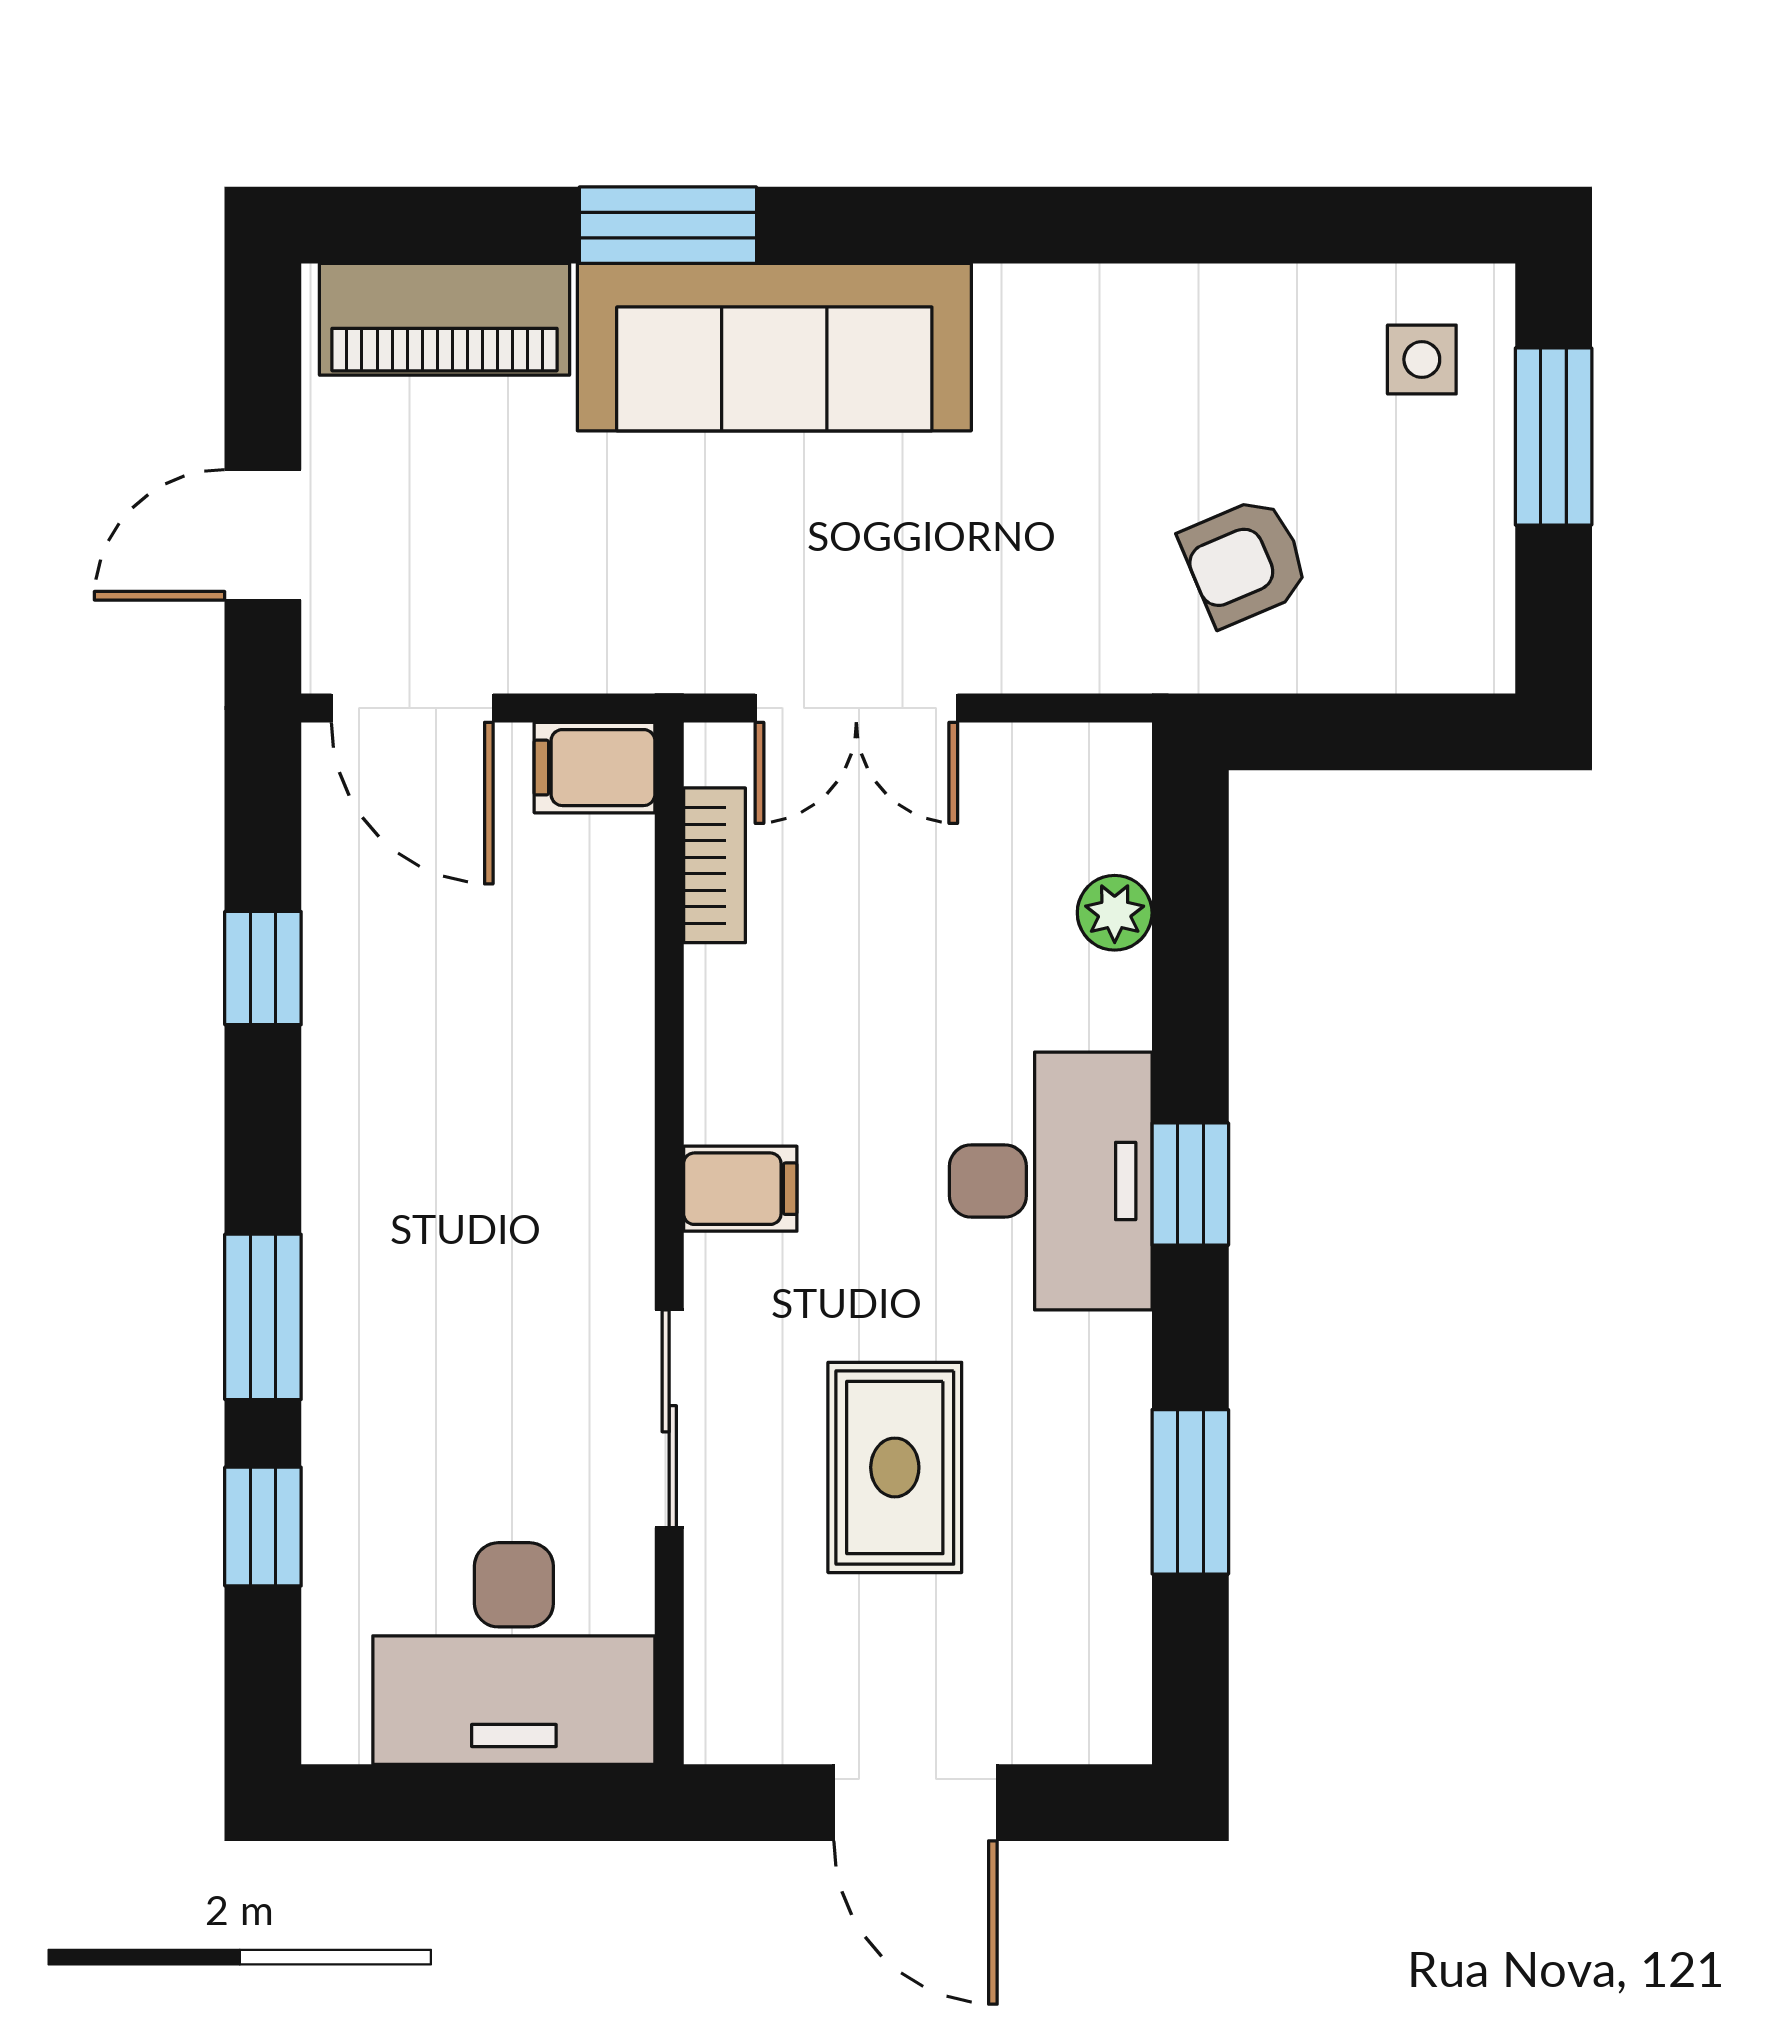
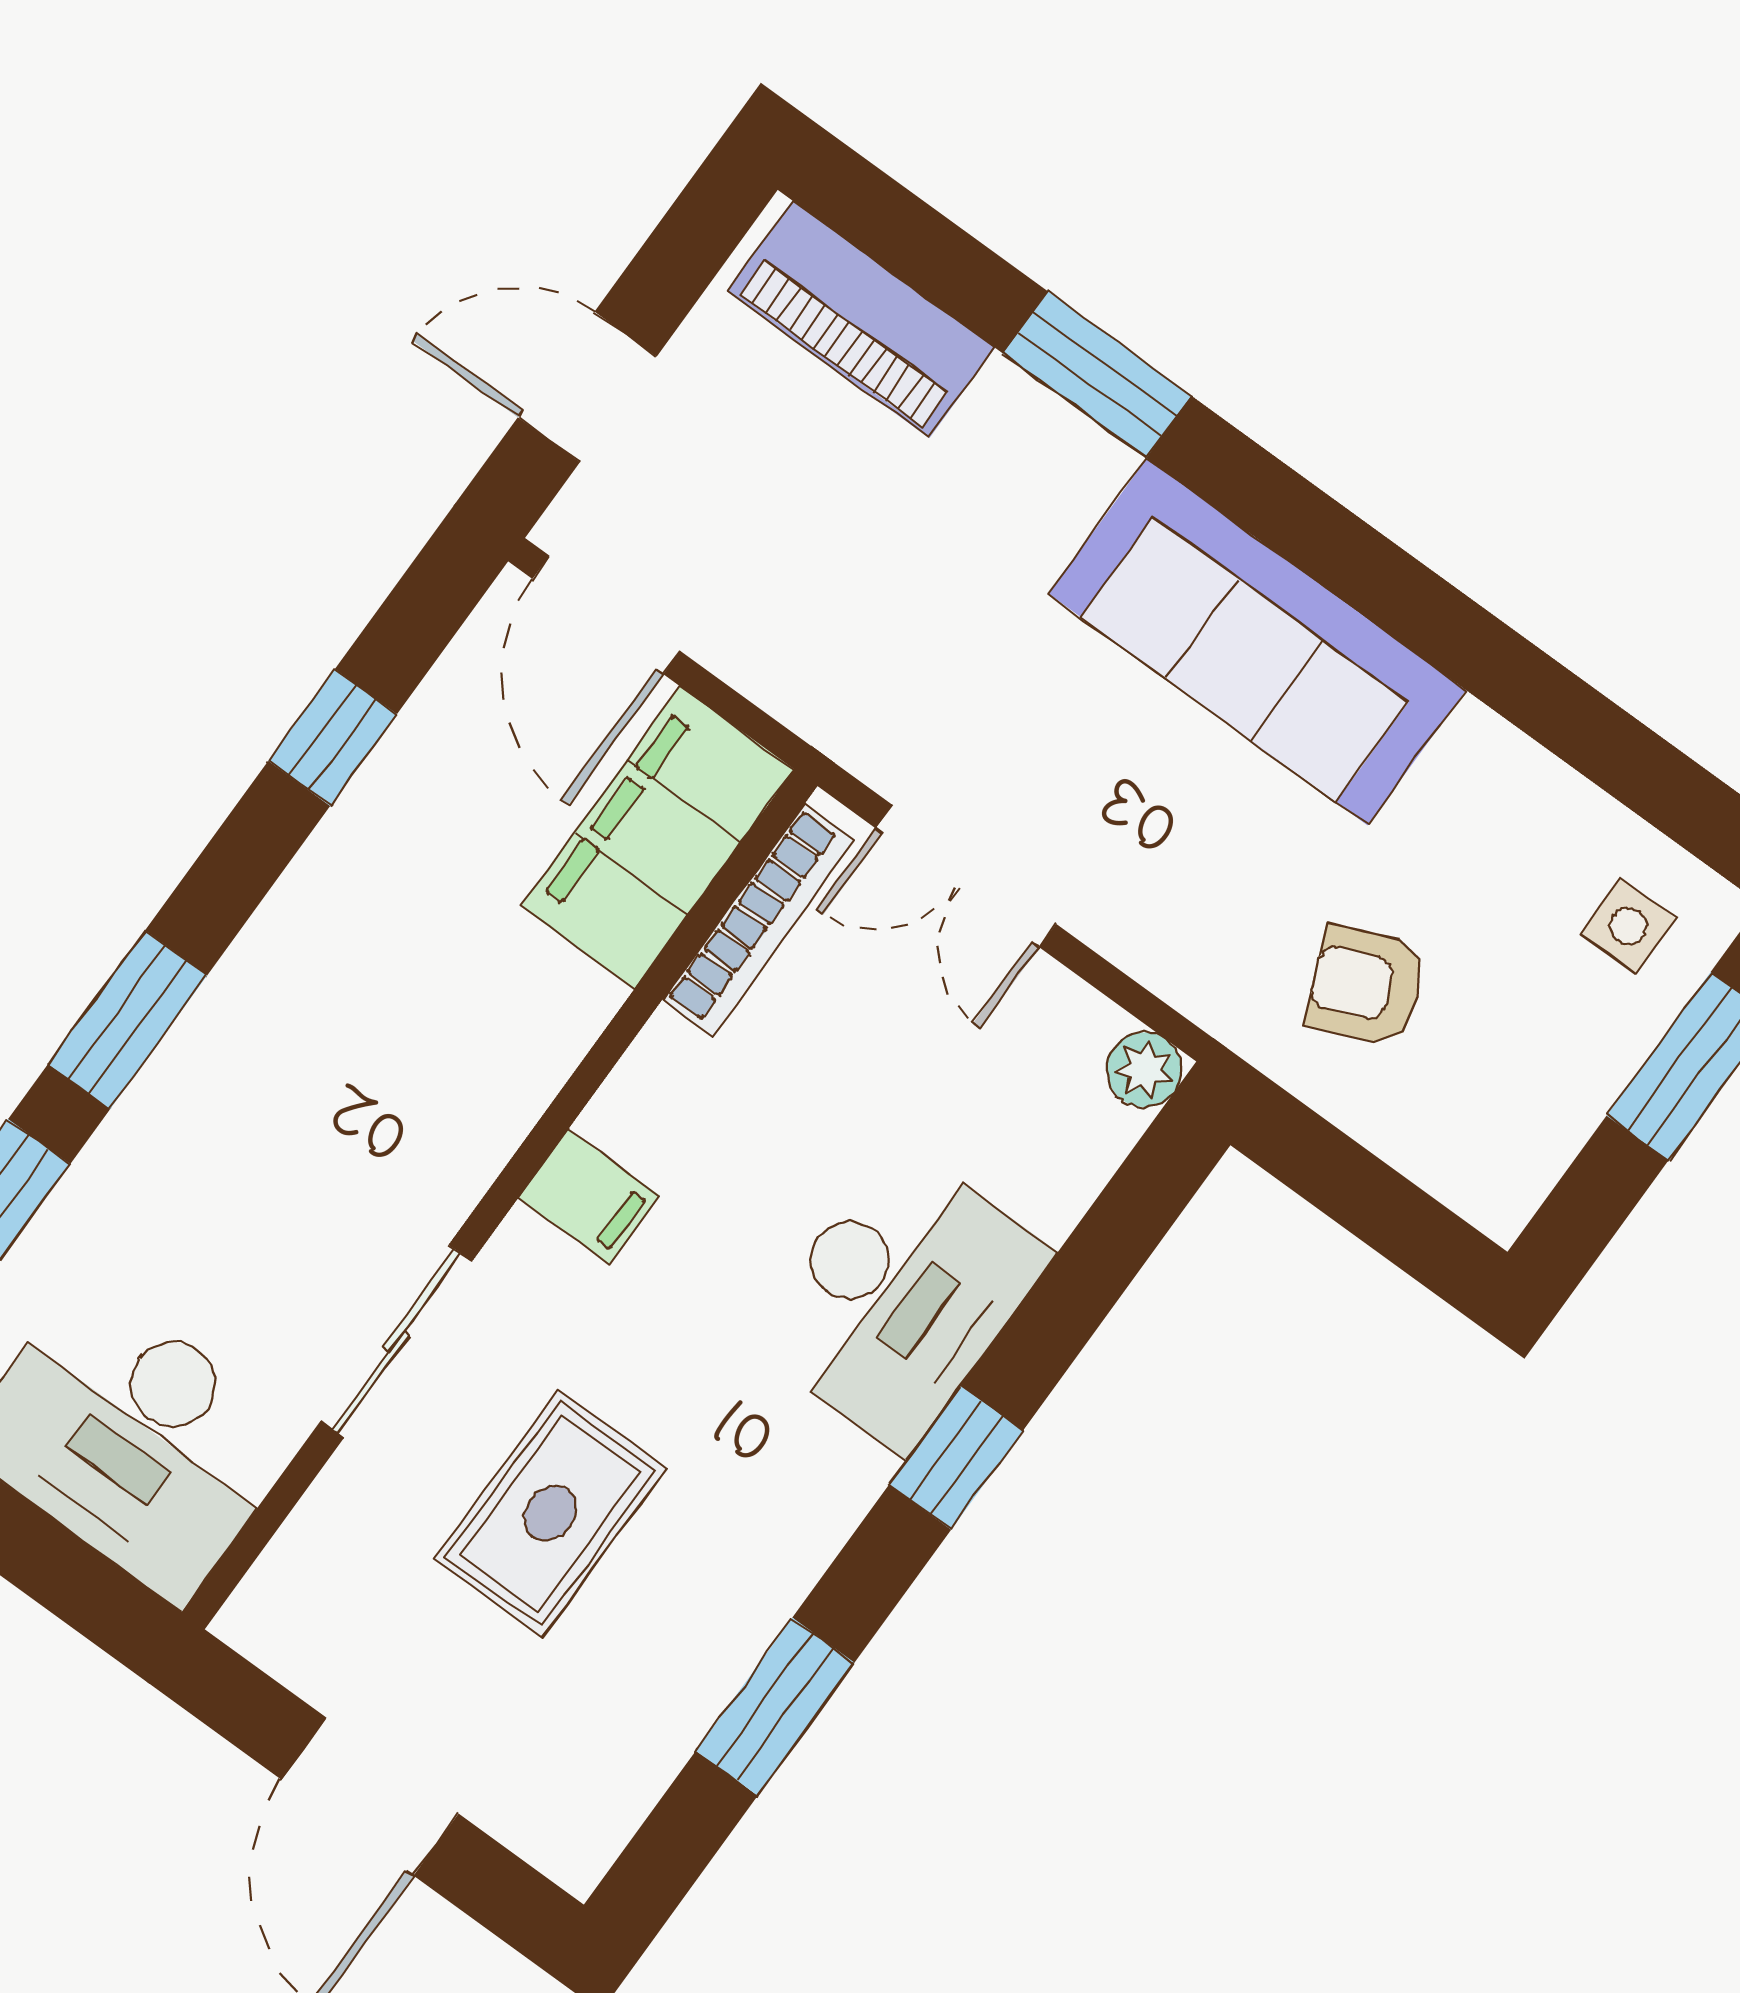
sofa: (774, 347) -> (1257, 642), moved
filing cabinet: (595, 768) -> (657, 838), width x3.00, depth x1.17
bookcase: (715, 865) -> (758, 920), width x1.56
plant: (1115, 913) -> (1144, 1070), moved
desk: (1051, 1181) -> (900, 1297), moved

